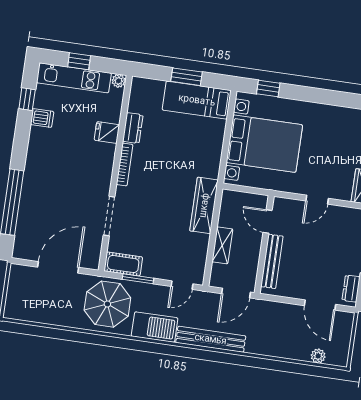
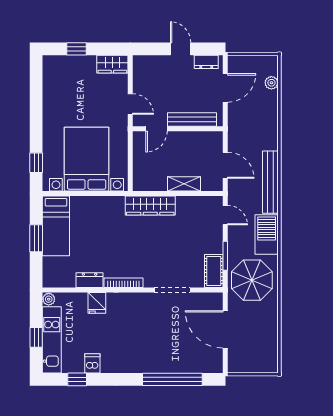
door: (268, 221) -> (156, 129), moved
wall: (264, 244) -> (178, 129), moved
bench: (272, 261) -> (192, 120), moved

